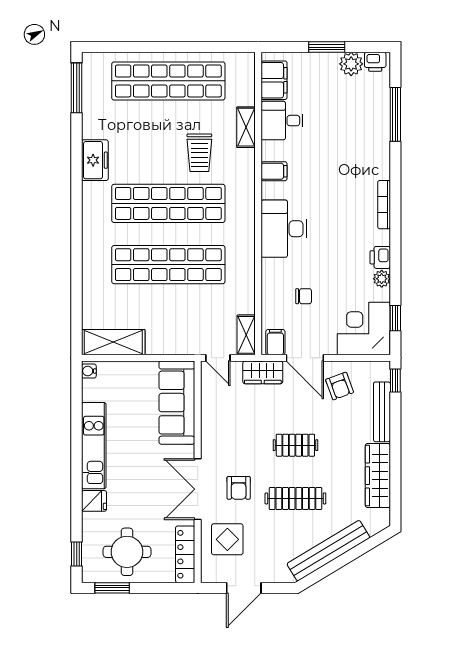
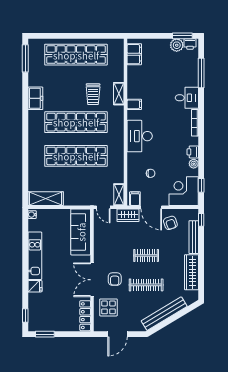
window: (327, 47) -> (182, 36), moved
desk: (282, 121) -> (187, 98), moved, turned 180
shelving: (246, 127) -> (119, 94), moved
round table: (127, 552) -> (53, 314), removed

